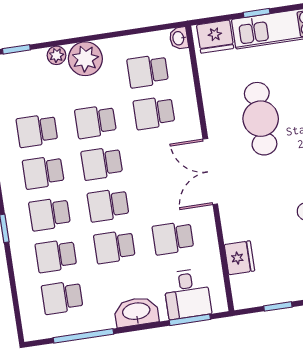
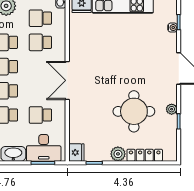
cafe table: (261, 119) -> (100, 55), removed
fridge: (239, 258) -> (76, 153), moved
desk: (187, 294) -> (44, 148), width x1.37

